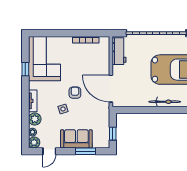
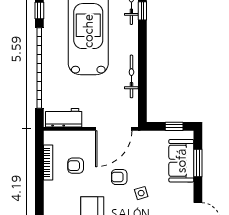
armchair: (83, 60) -> (76, 166), added
bicycle: (165, 102) -> (131, 76), moved
sofa: (76, 139) -> (181, 161), moved

